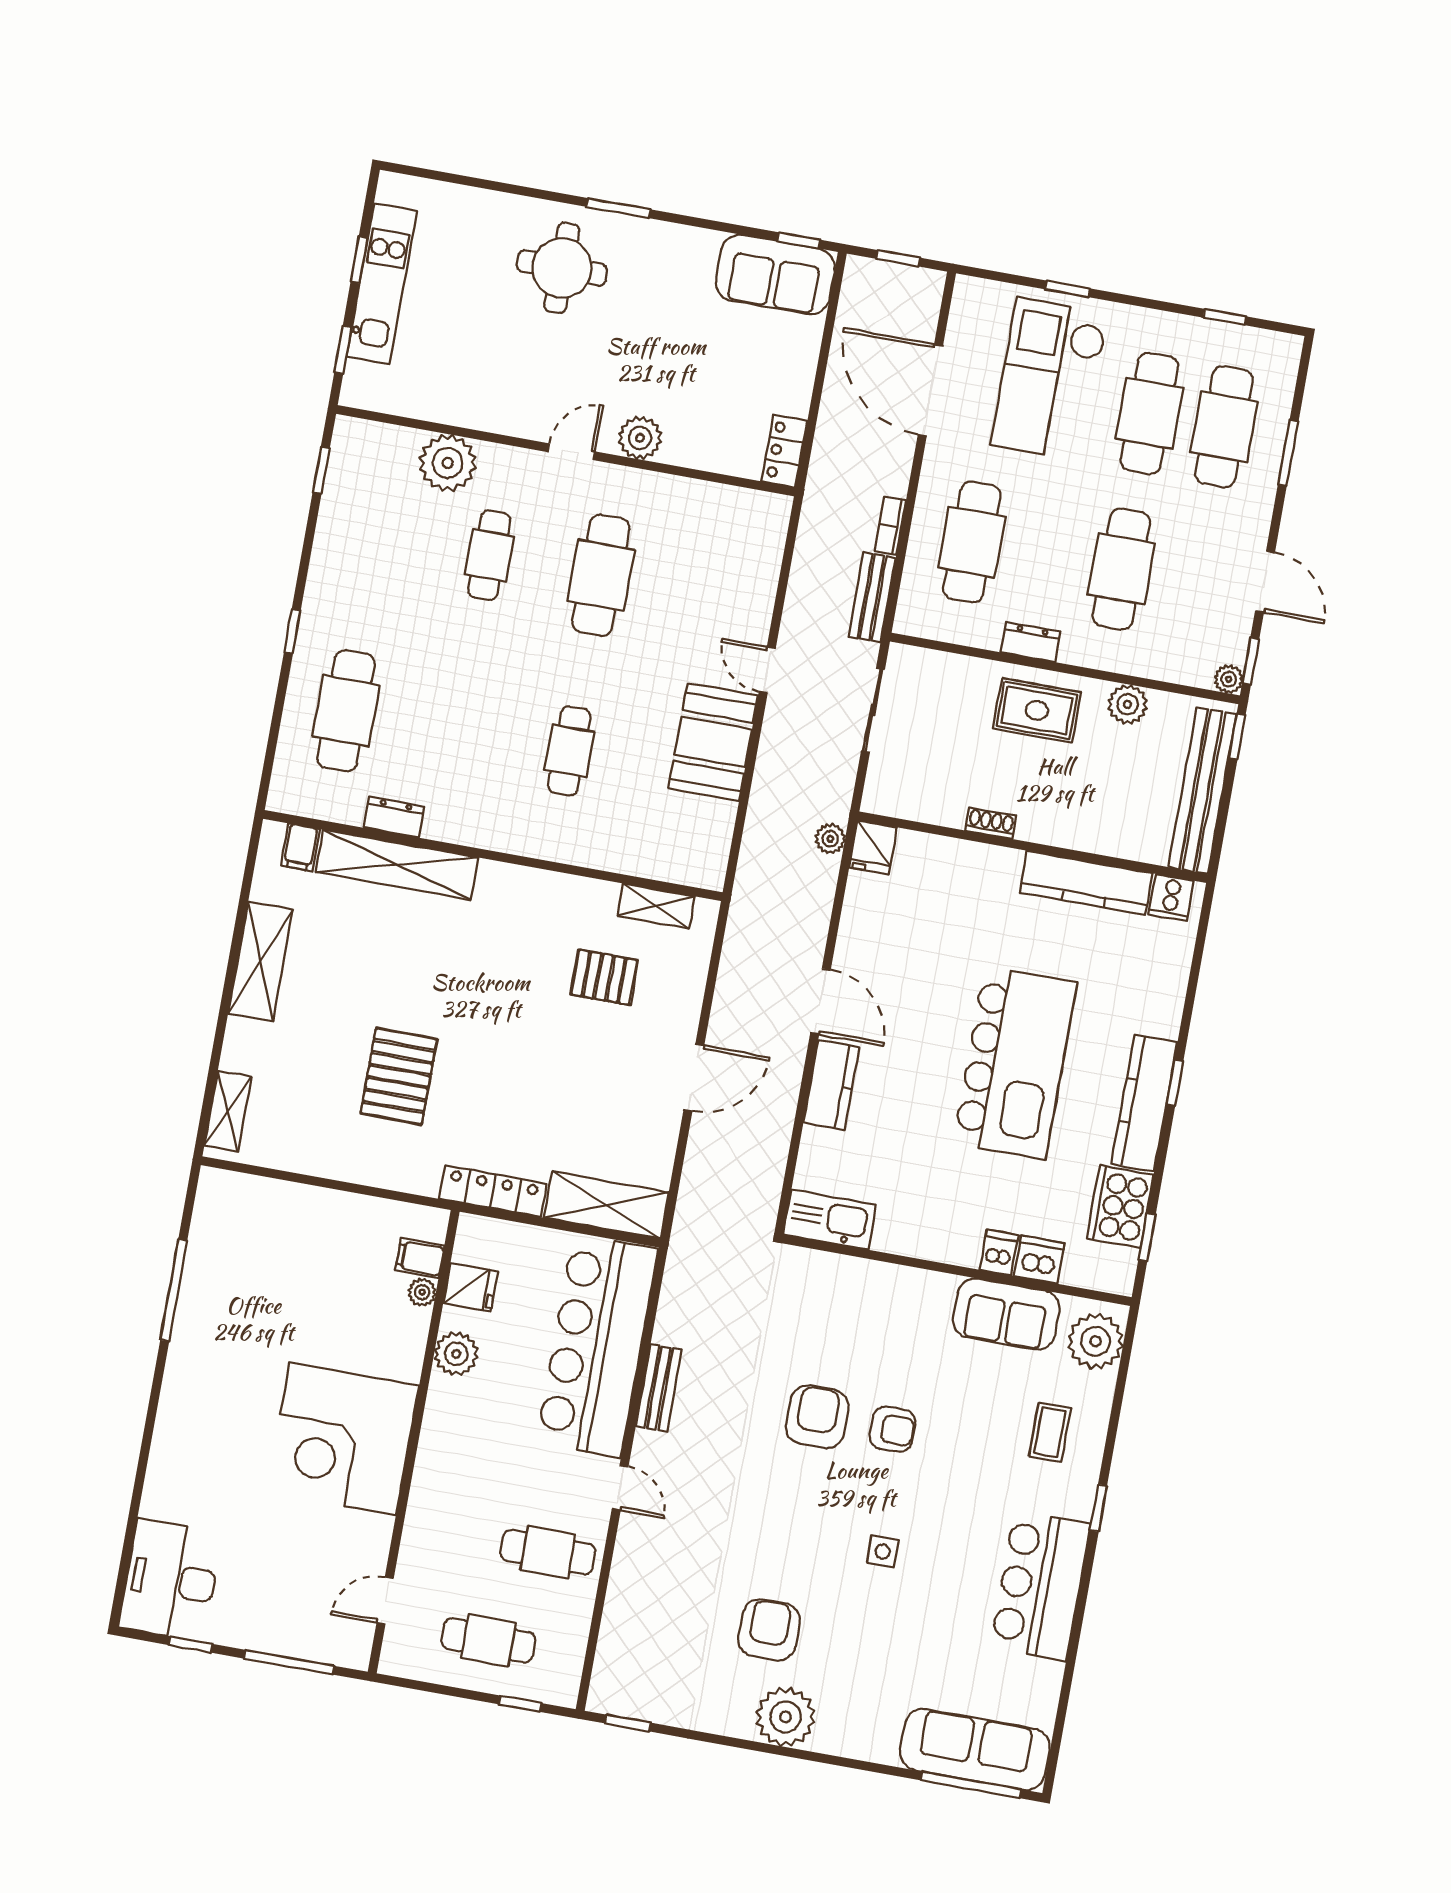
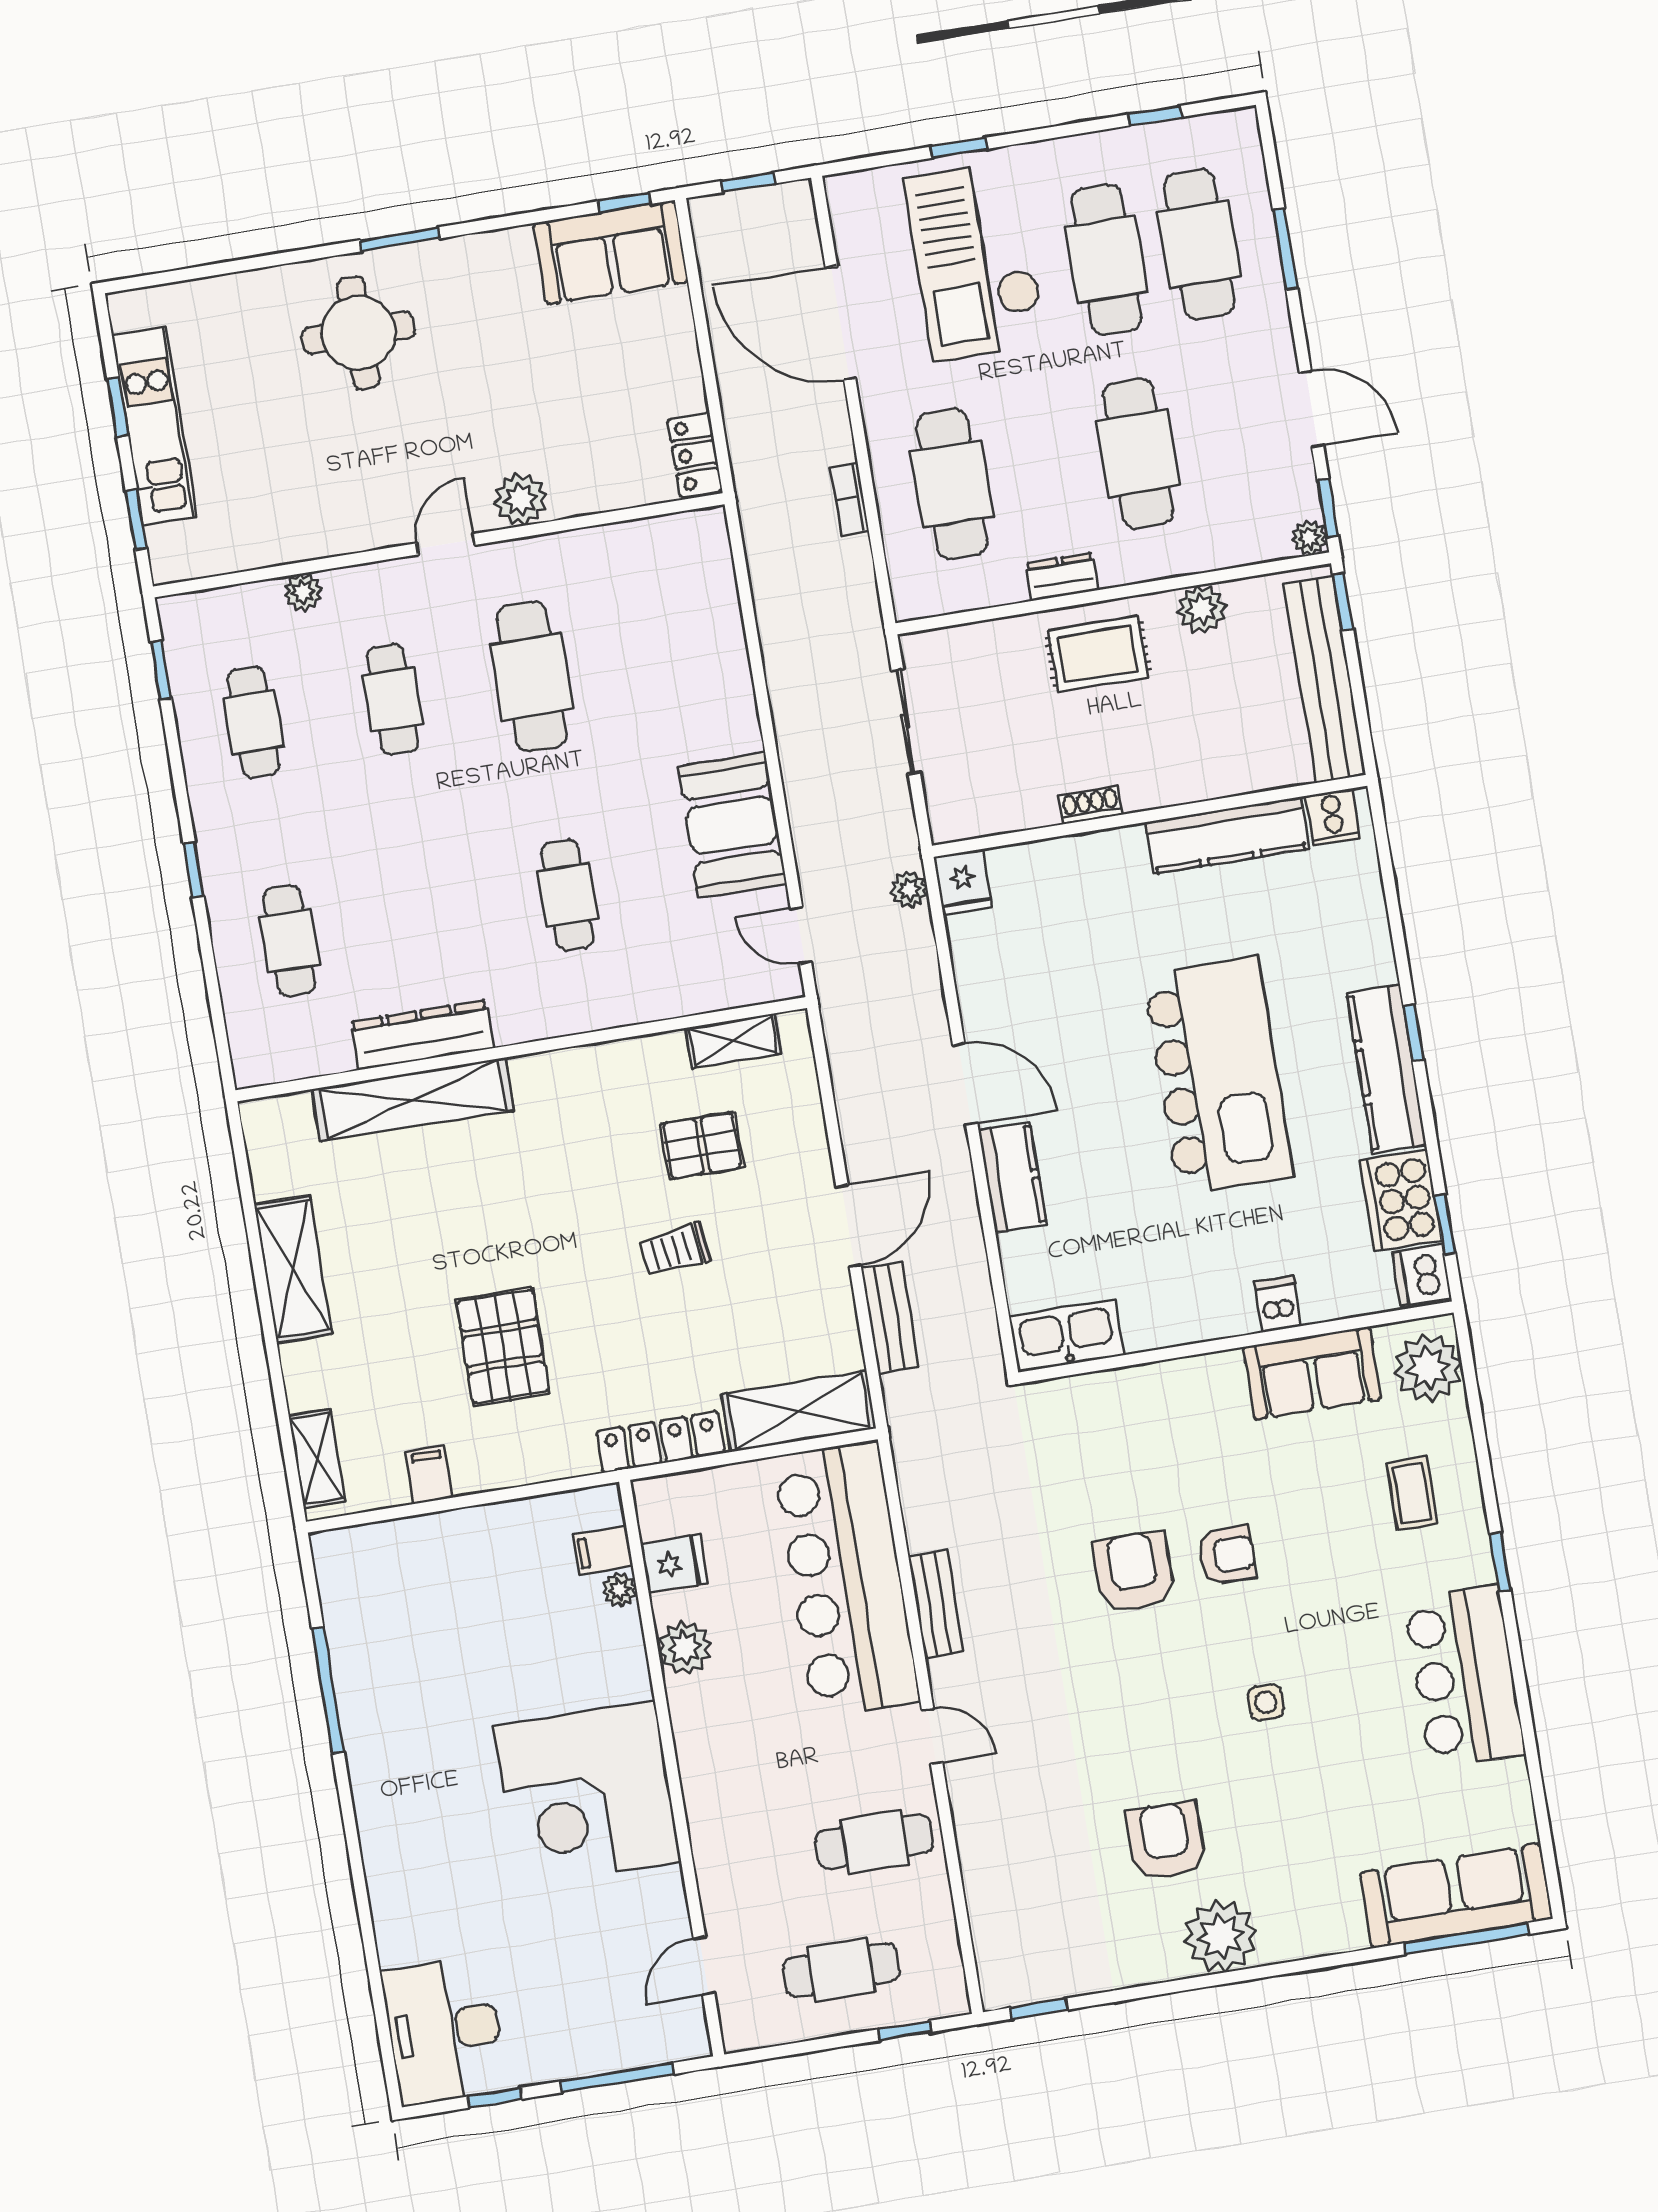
plant: (448, 463) -> (303, 592), width x0.53, depth x0.53
cafe table: (378, 535) -> (254, 722), added
bench: (872, 597) -> (890, 1318), moved
door: (767, 670) -> (801, 935), moved
cafe table: (346, 711) -> (289, 941), width x0.73, depth x0.74
dresser: (394, 817) -> (422, 1035), width x1.96, depth x1.24
filing cabinet: (300, 847) -> (429, 1475), moved, turned 180
trolley: (556, 1049) -> (675, 1250), added
dishwasher: (1039, 1260) -> (1422, 1275), moved, turned -90

